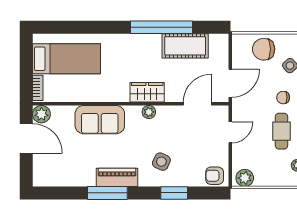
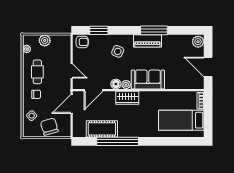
chair: (264, 49) -> (49, 127), turned -106
floor lamp: (164, 113) -> (116, 84), added
plant: (41, 114) -> (198, 42), moved
sofa: (100, 120) -> (148, 79), moved
door: (230, 132) -> (72, 71), swing flipped
plant: (245, 178) -> (45, 40), moved
window: (174, 193) -> (99, 30), moved

